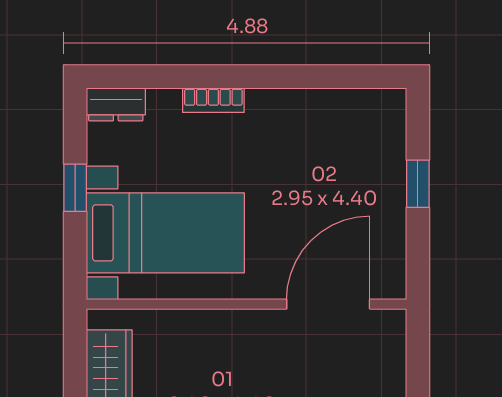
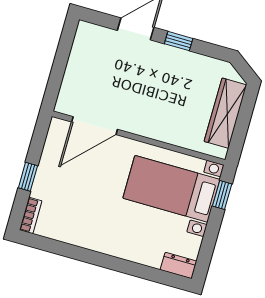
bookcase: (213, 100) -> (31, 215), moved, turned 90
window: (75, 188) -> (222, 195), moved

